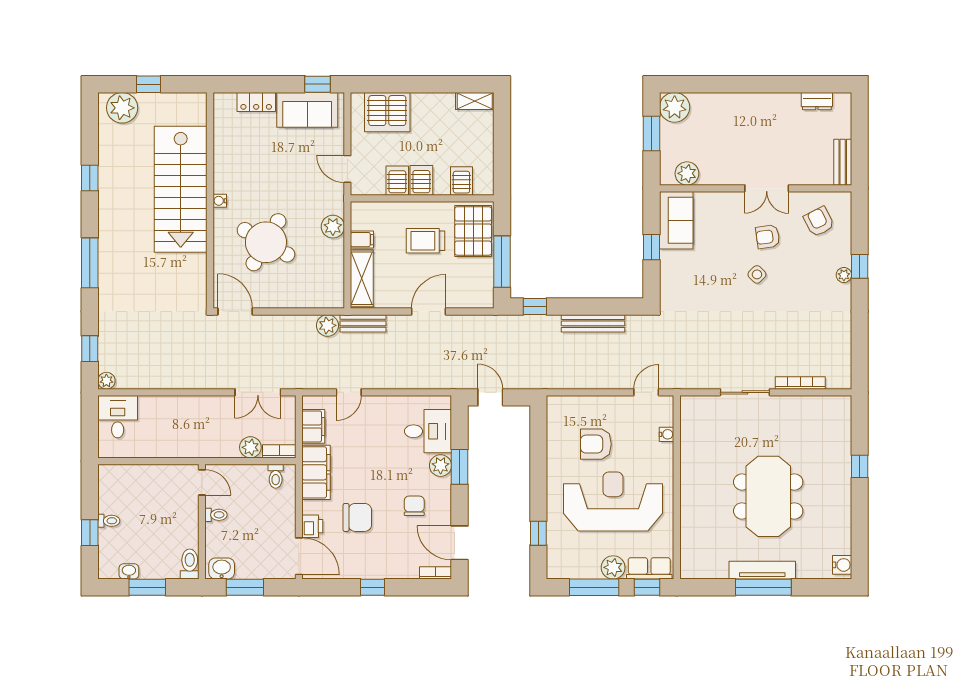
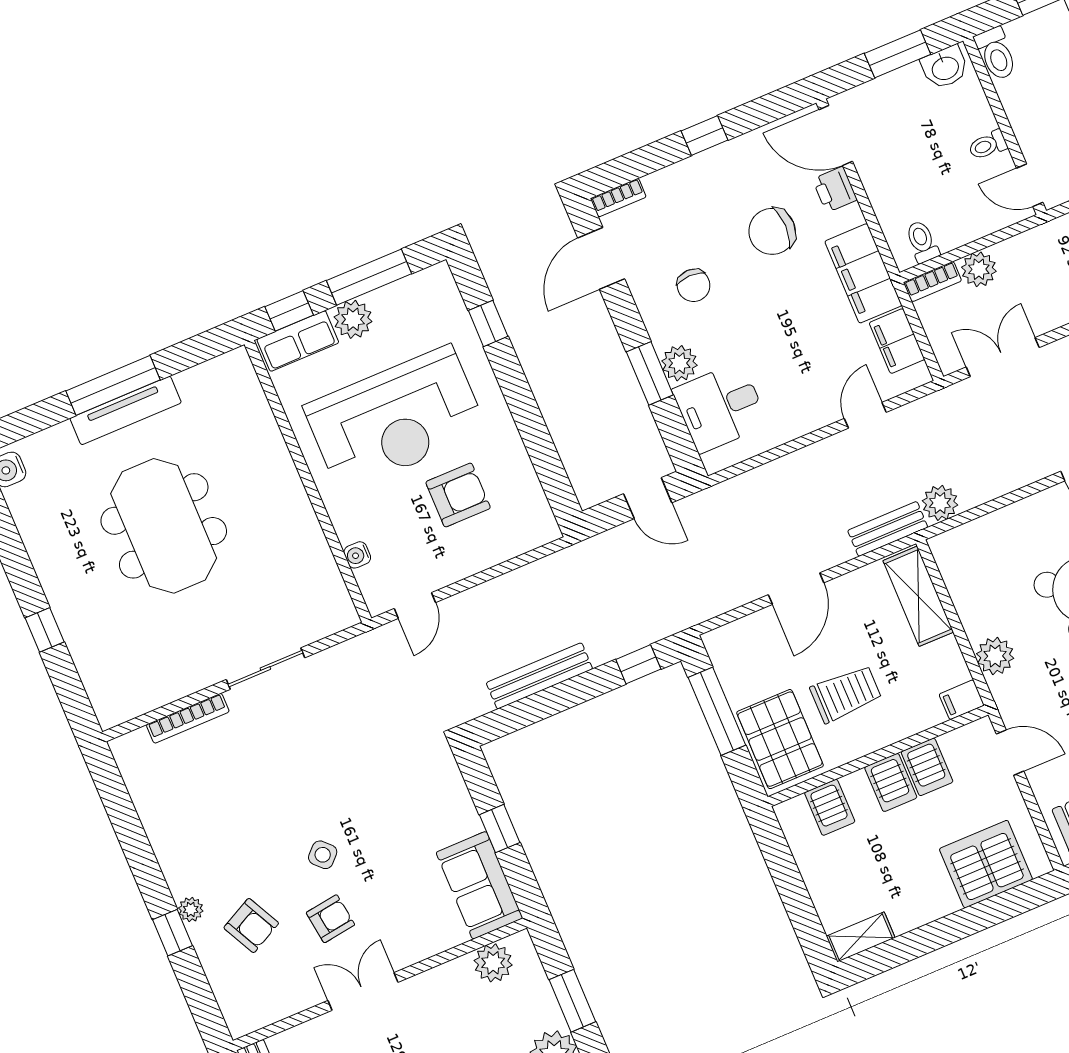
armchair: (819, 222) -> (251, 925), moved
filing cabinet: (362, 240) -> (962, 700), moved
door: (460, 543) -> (601, 258), swing flipped

